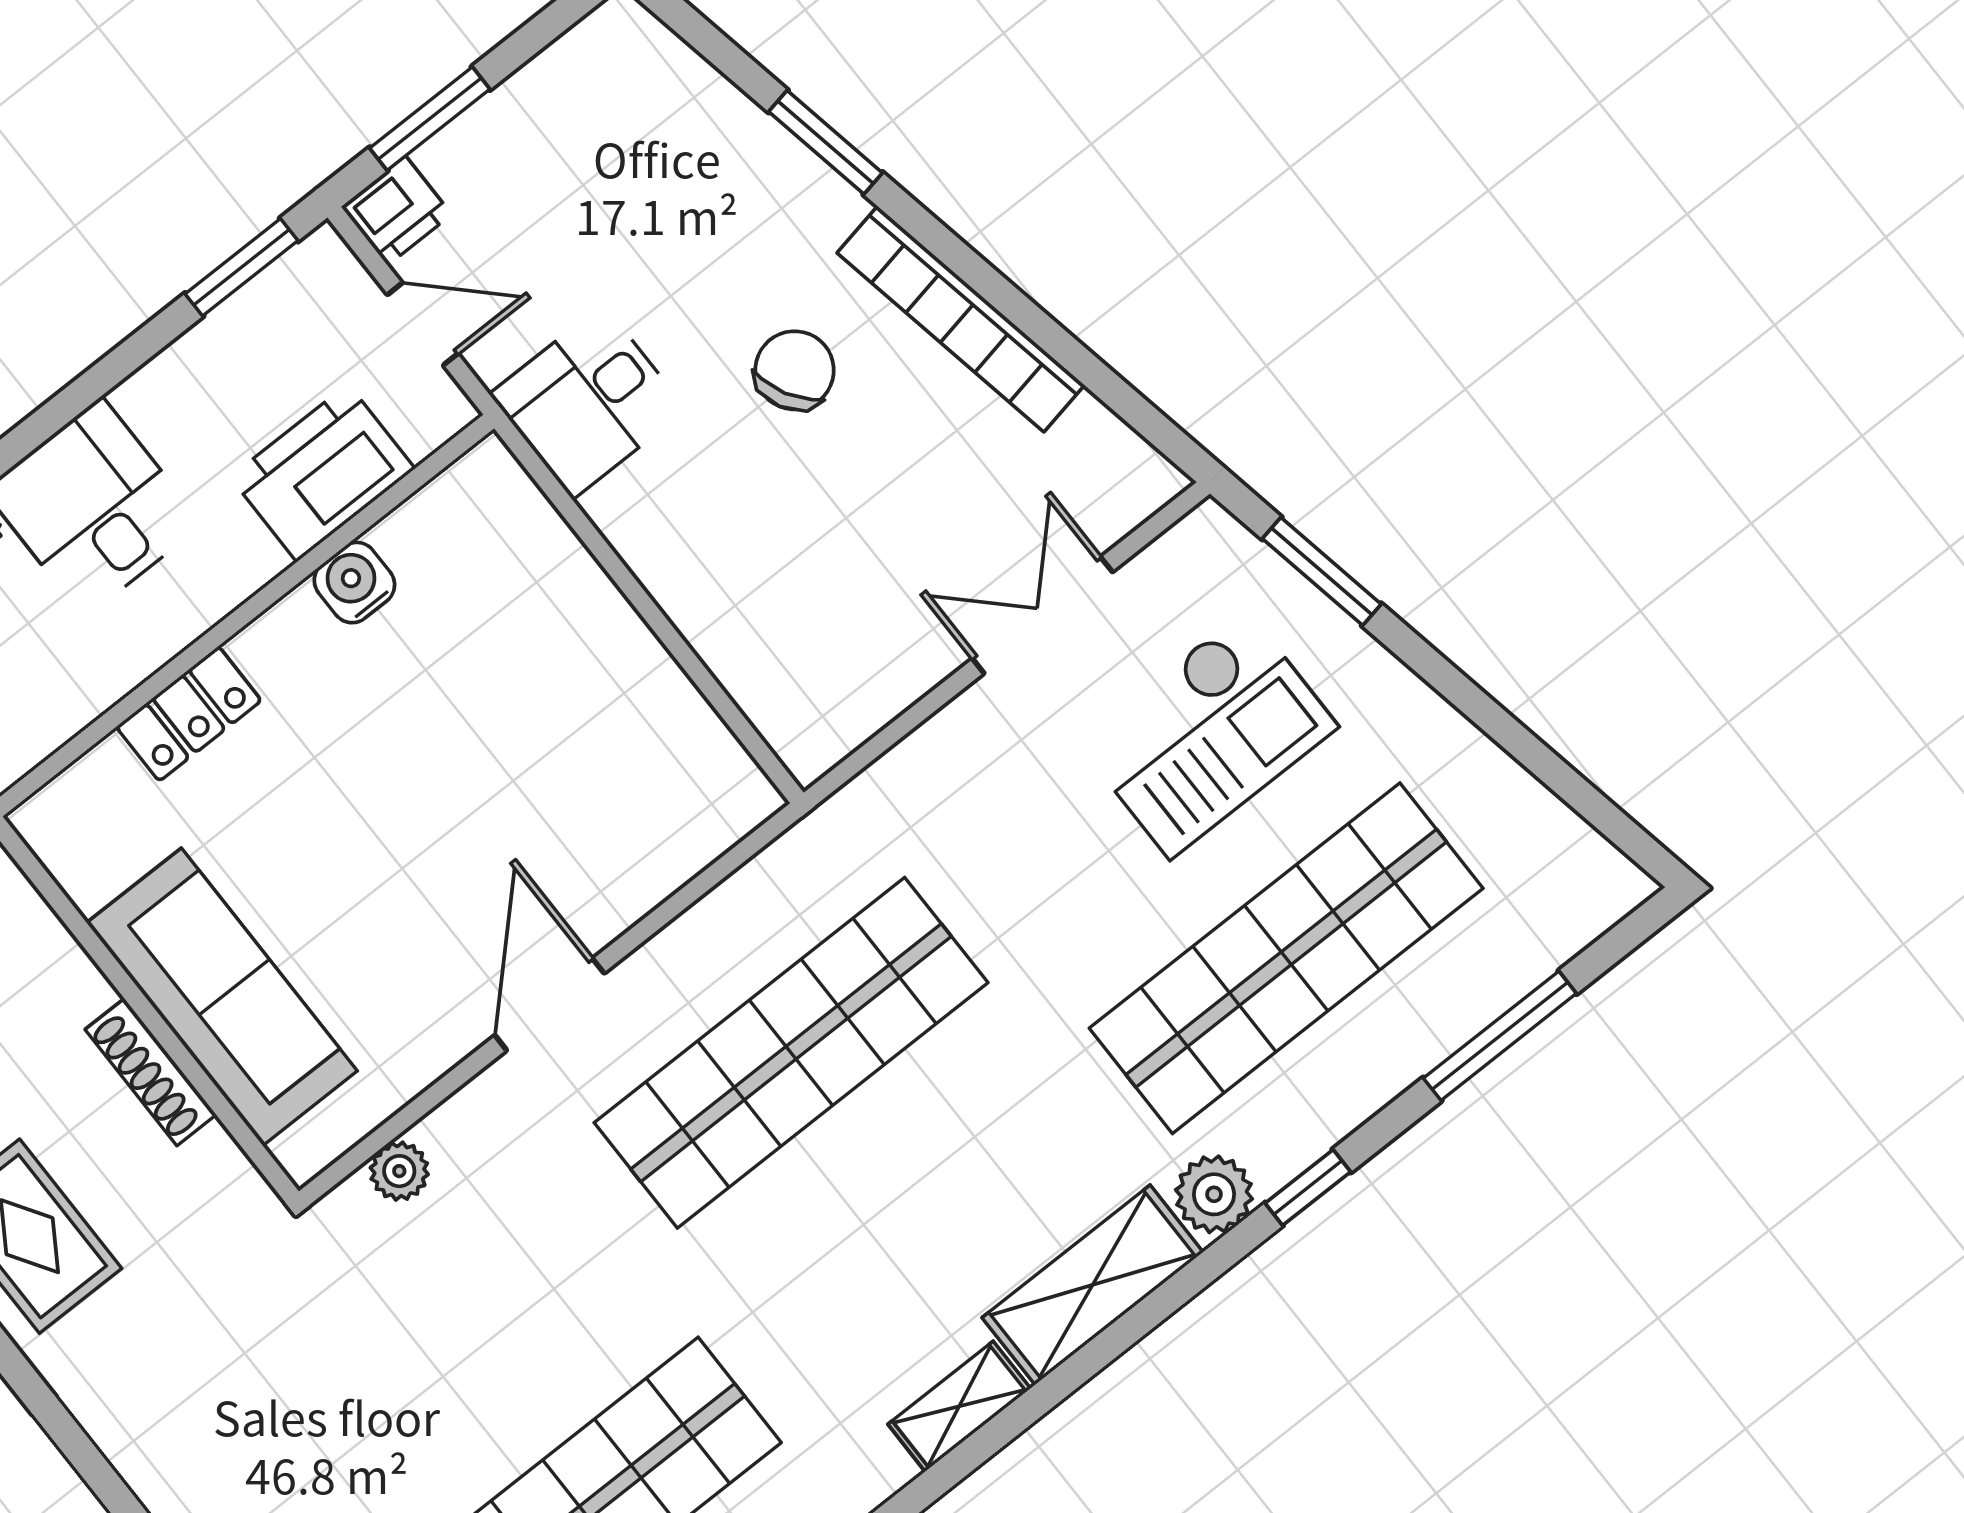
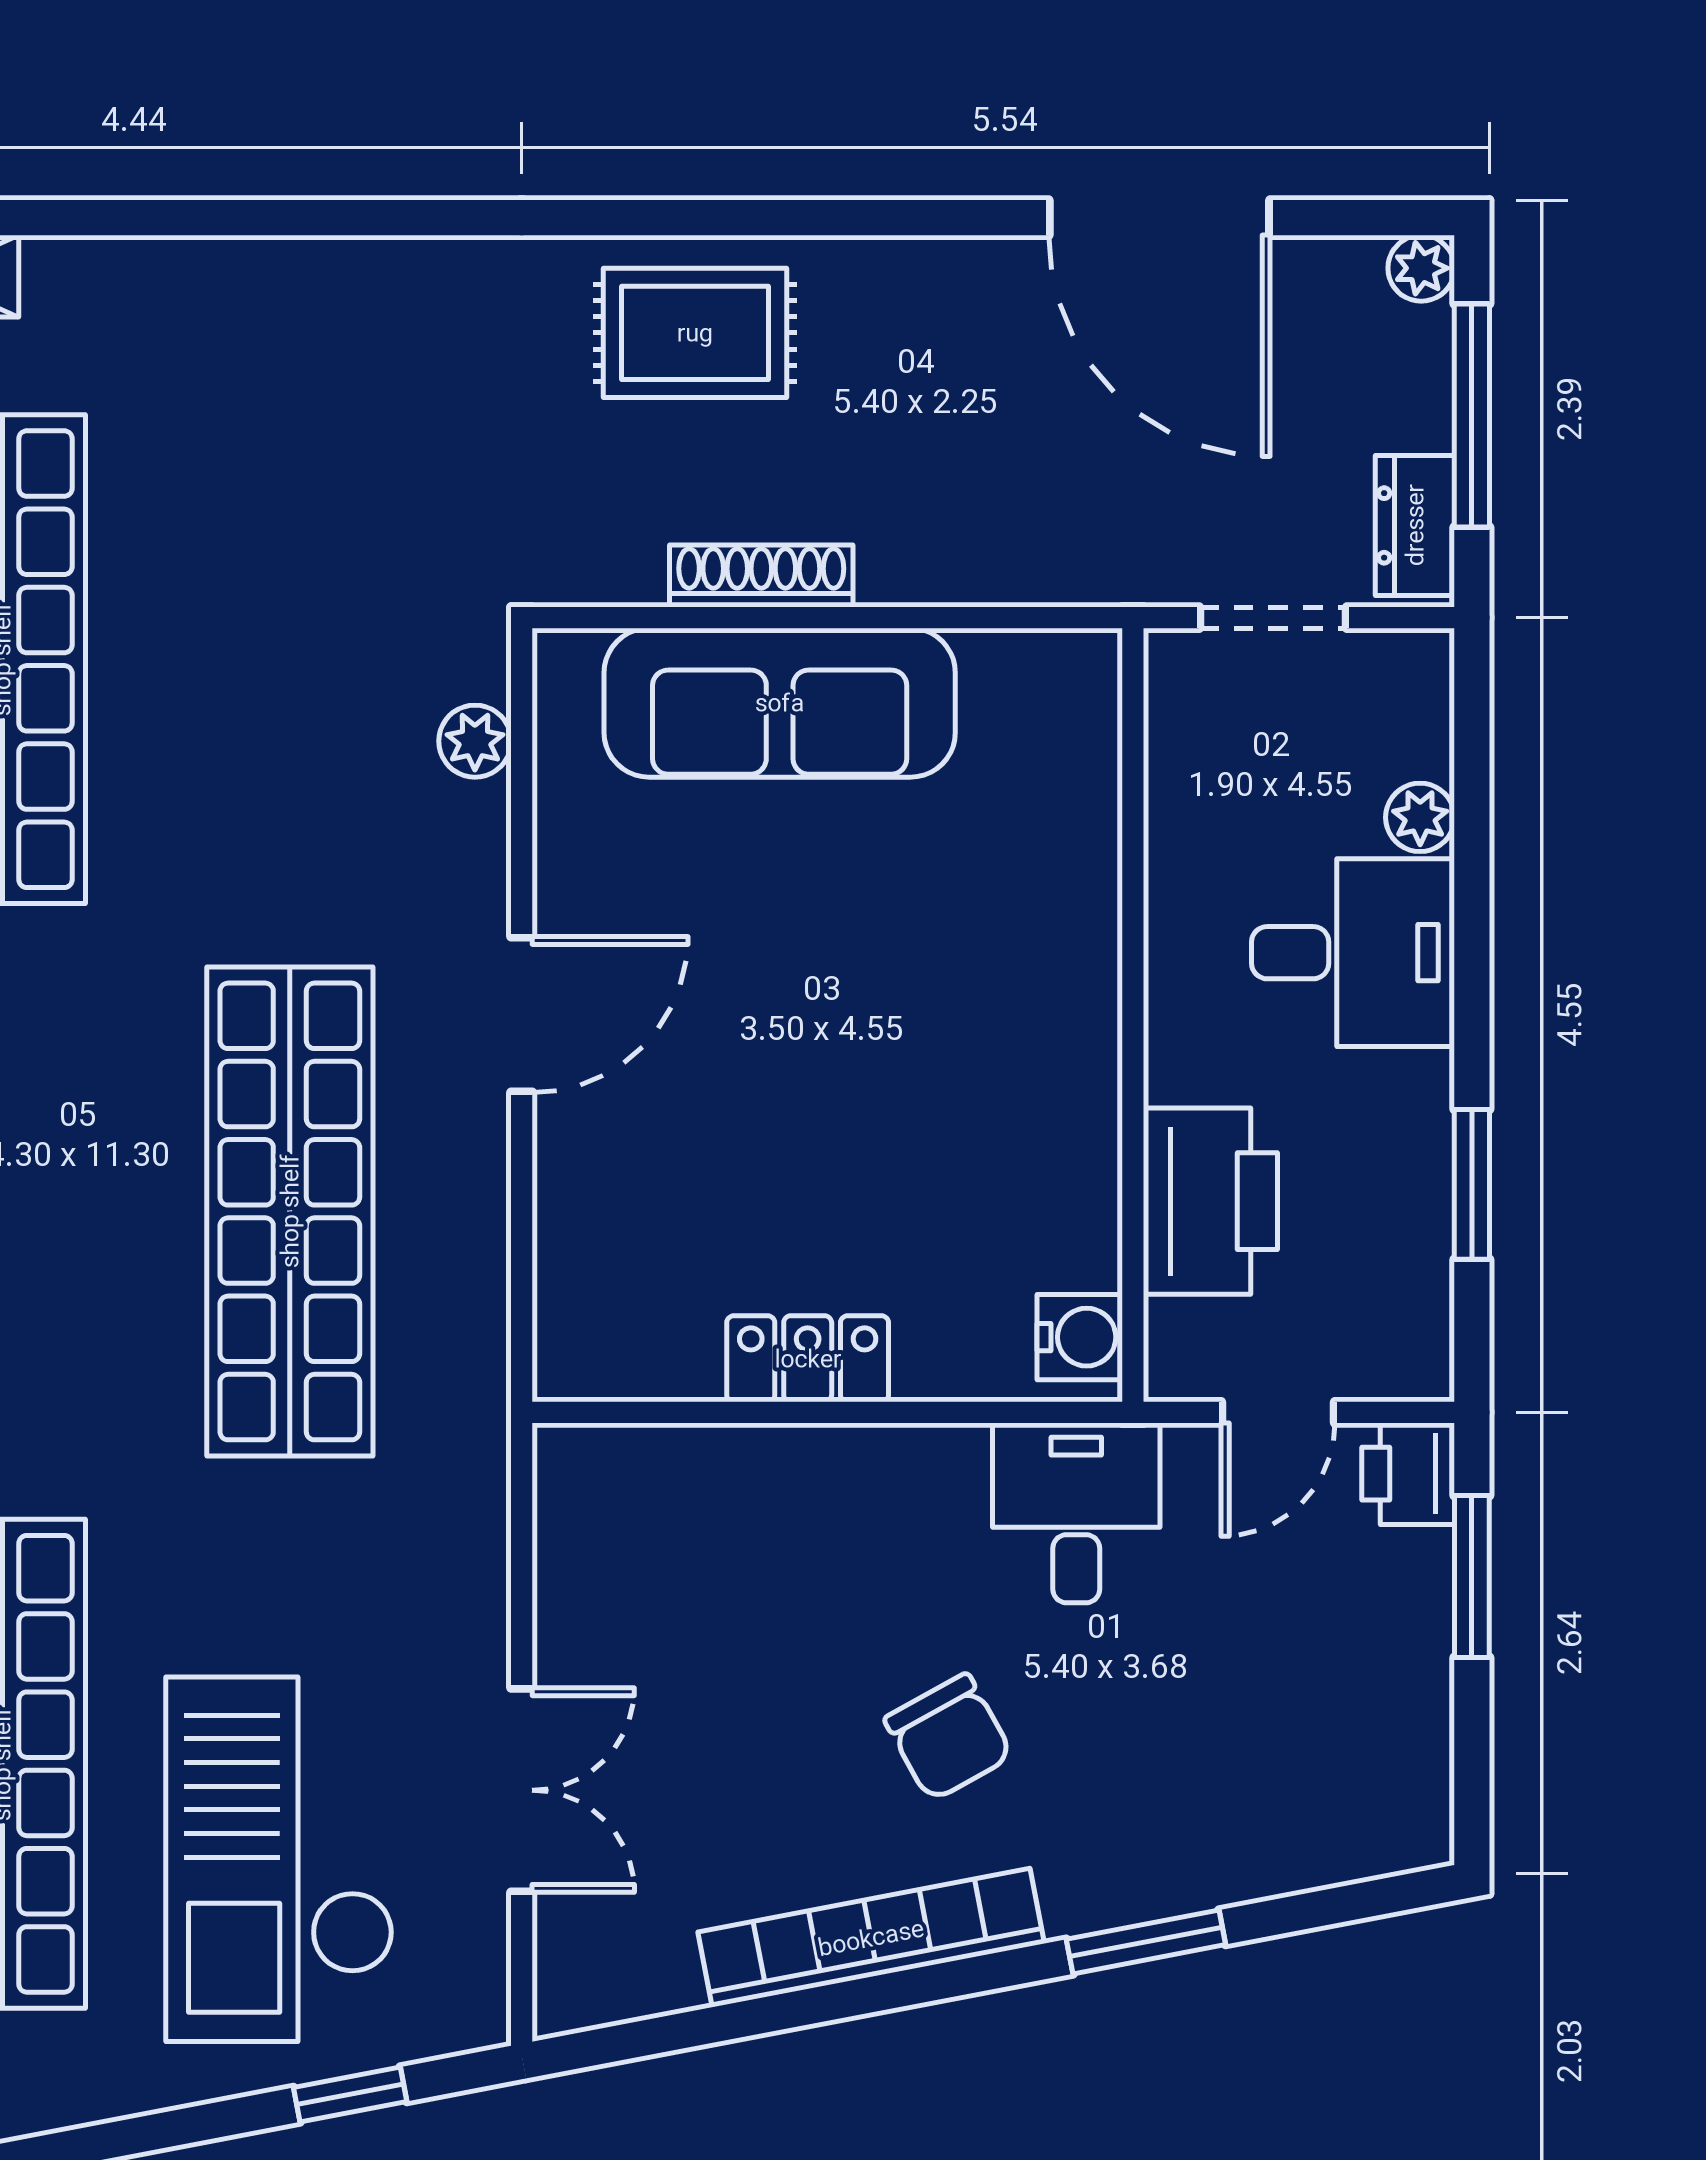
window: (242, 267) -> (1472, 1184), moved
window: (1322, 571) -> (350, 2094), width x0.67
water cooler: (354, 583) -> (1080, 1337), moved
locker: (189, 714) -> (808, 1359), moved, turned 90
checkout: (1208, 734) -> (280, 1859), width x1.36, depth x1.21
door: (550, 1004) -> (522, 1015), hinge flipped

